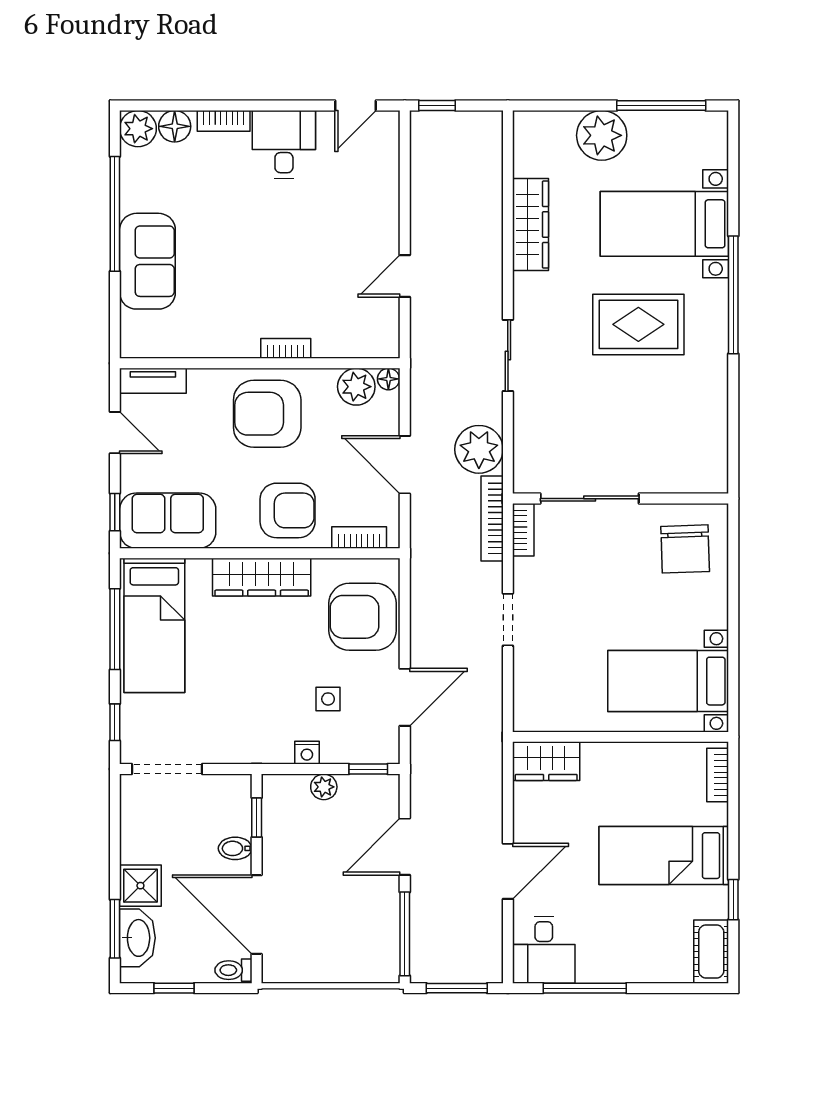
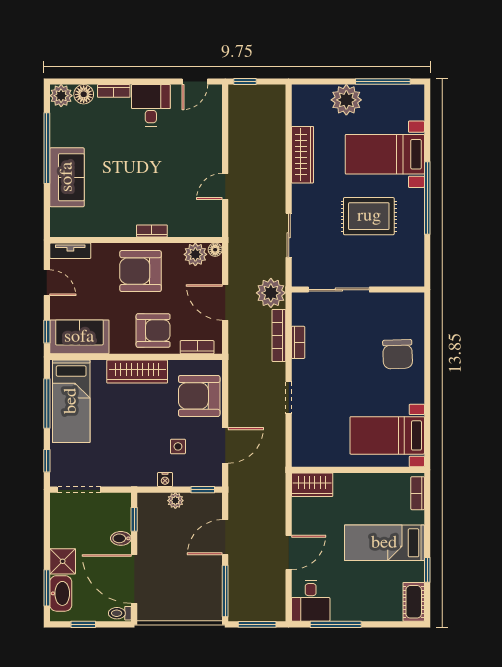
sliding door: (590, 499) -> (339, 290), moved
wall: (621, 499) -> (358, 290), moved

